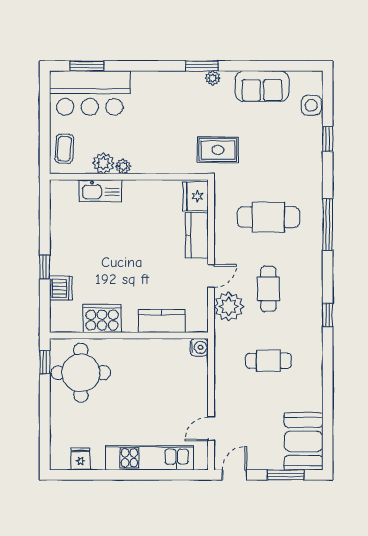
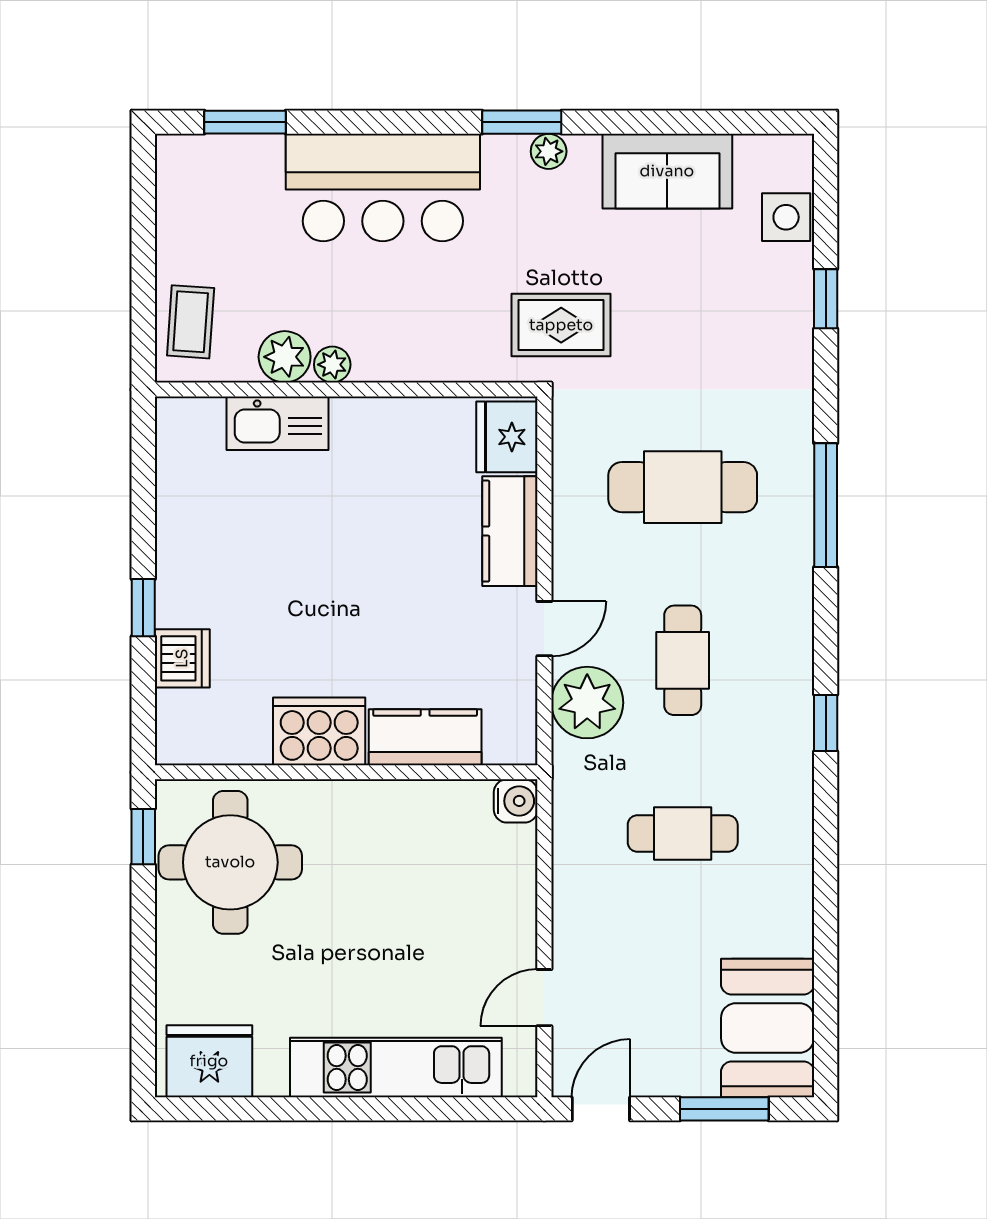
bar counter: (90, 93) -> (383, 188), moved
cooker: (102, 318) -> (319, 731), moved
fridge: (81, 459) -> (209, 1061), width x1.88, depth x1.34

